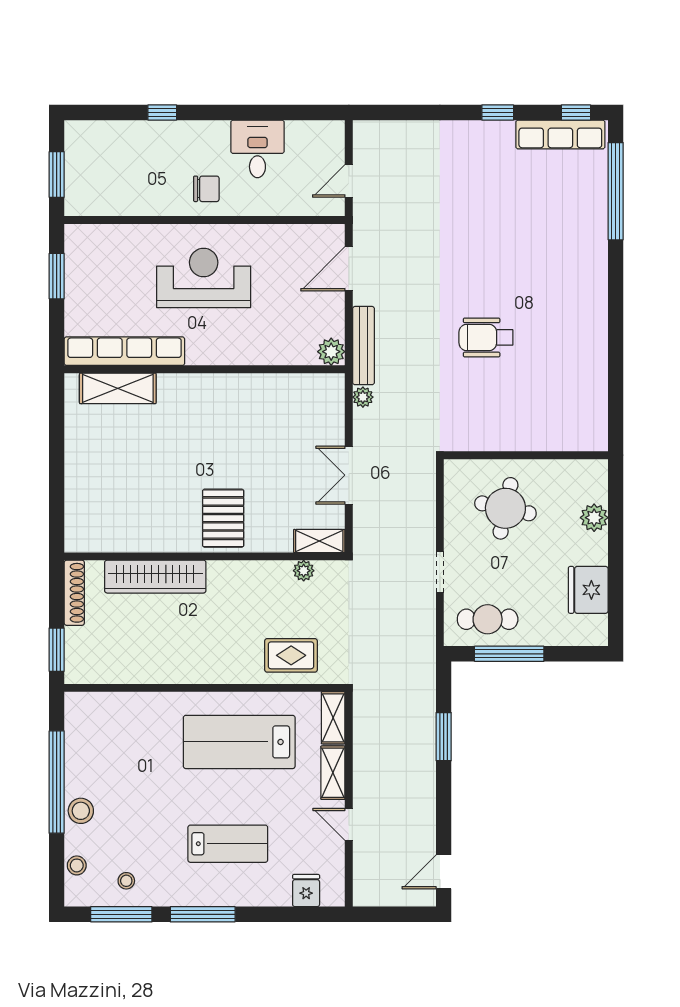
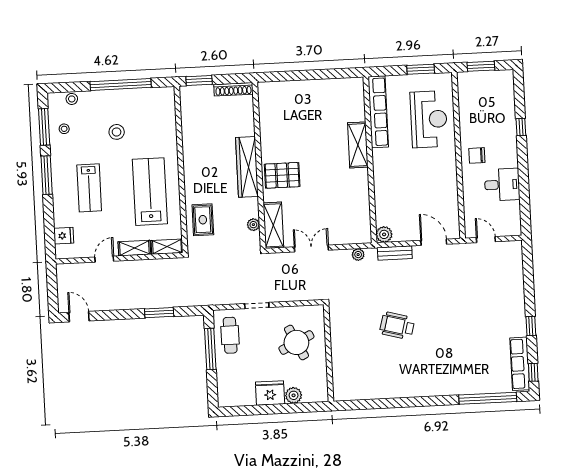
chair: (206, 189) -> (477, 155), turned 90
reception desk: (204, 278) -> (429, 119), moved
wheelchair: (486, 337) -> (397, 326), turned -75
bench: (364, 346) -> (395, 253), width x0.73
shelving: (118, 388) -> (358, 145), moved
round table: (505, 508) -> (296, 342), turned -38
shelving: (319, 541) -> (273, 225), width x1.50, depth x1.33
wardrobe: (155, 577) -> (247, 167), moved
fridge: (588, 590) -> (270, 393), moved
stool: (81, 811) -> (117, 132), moved

